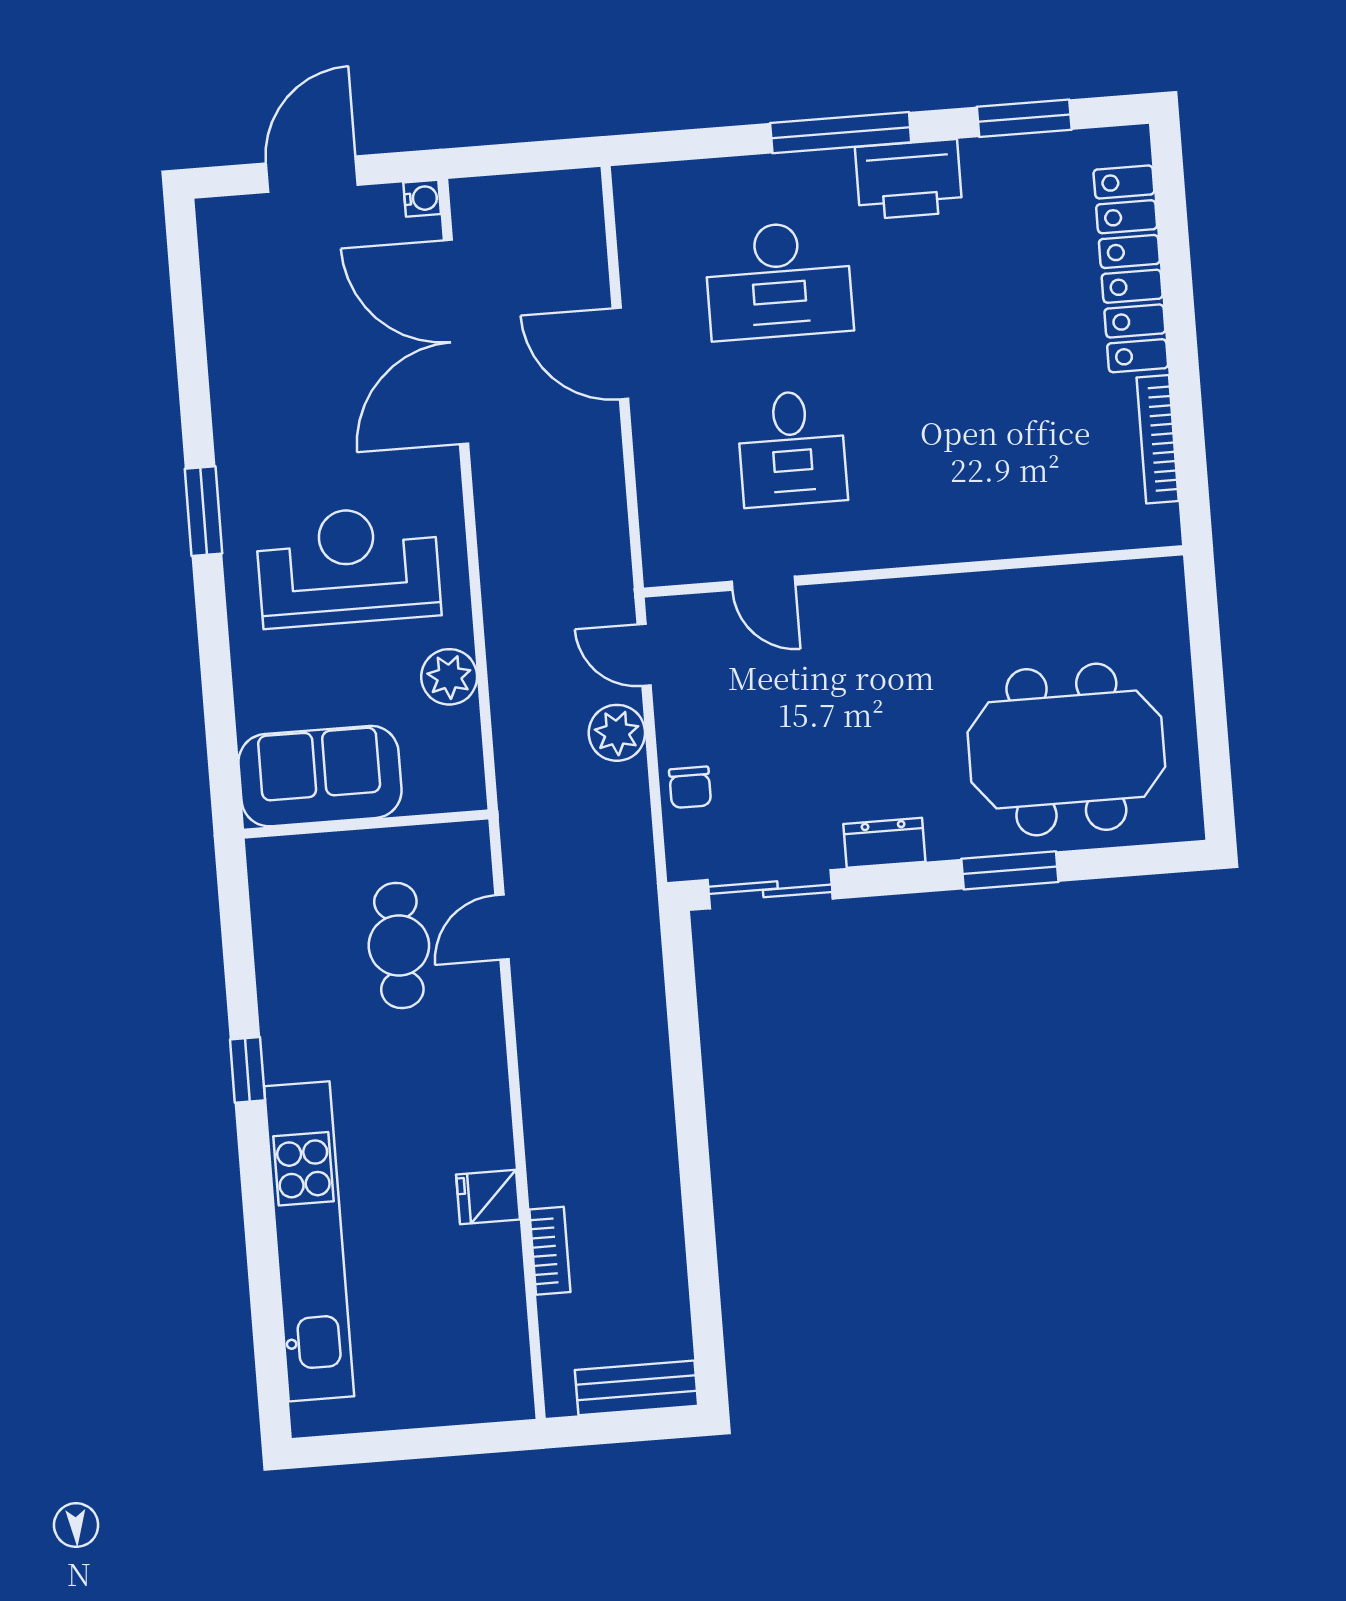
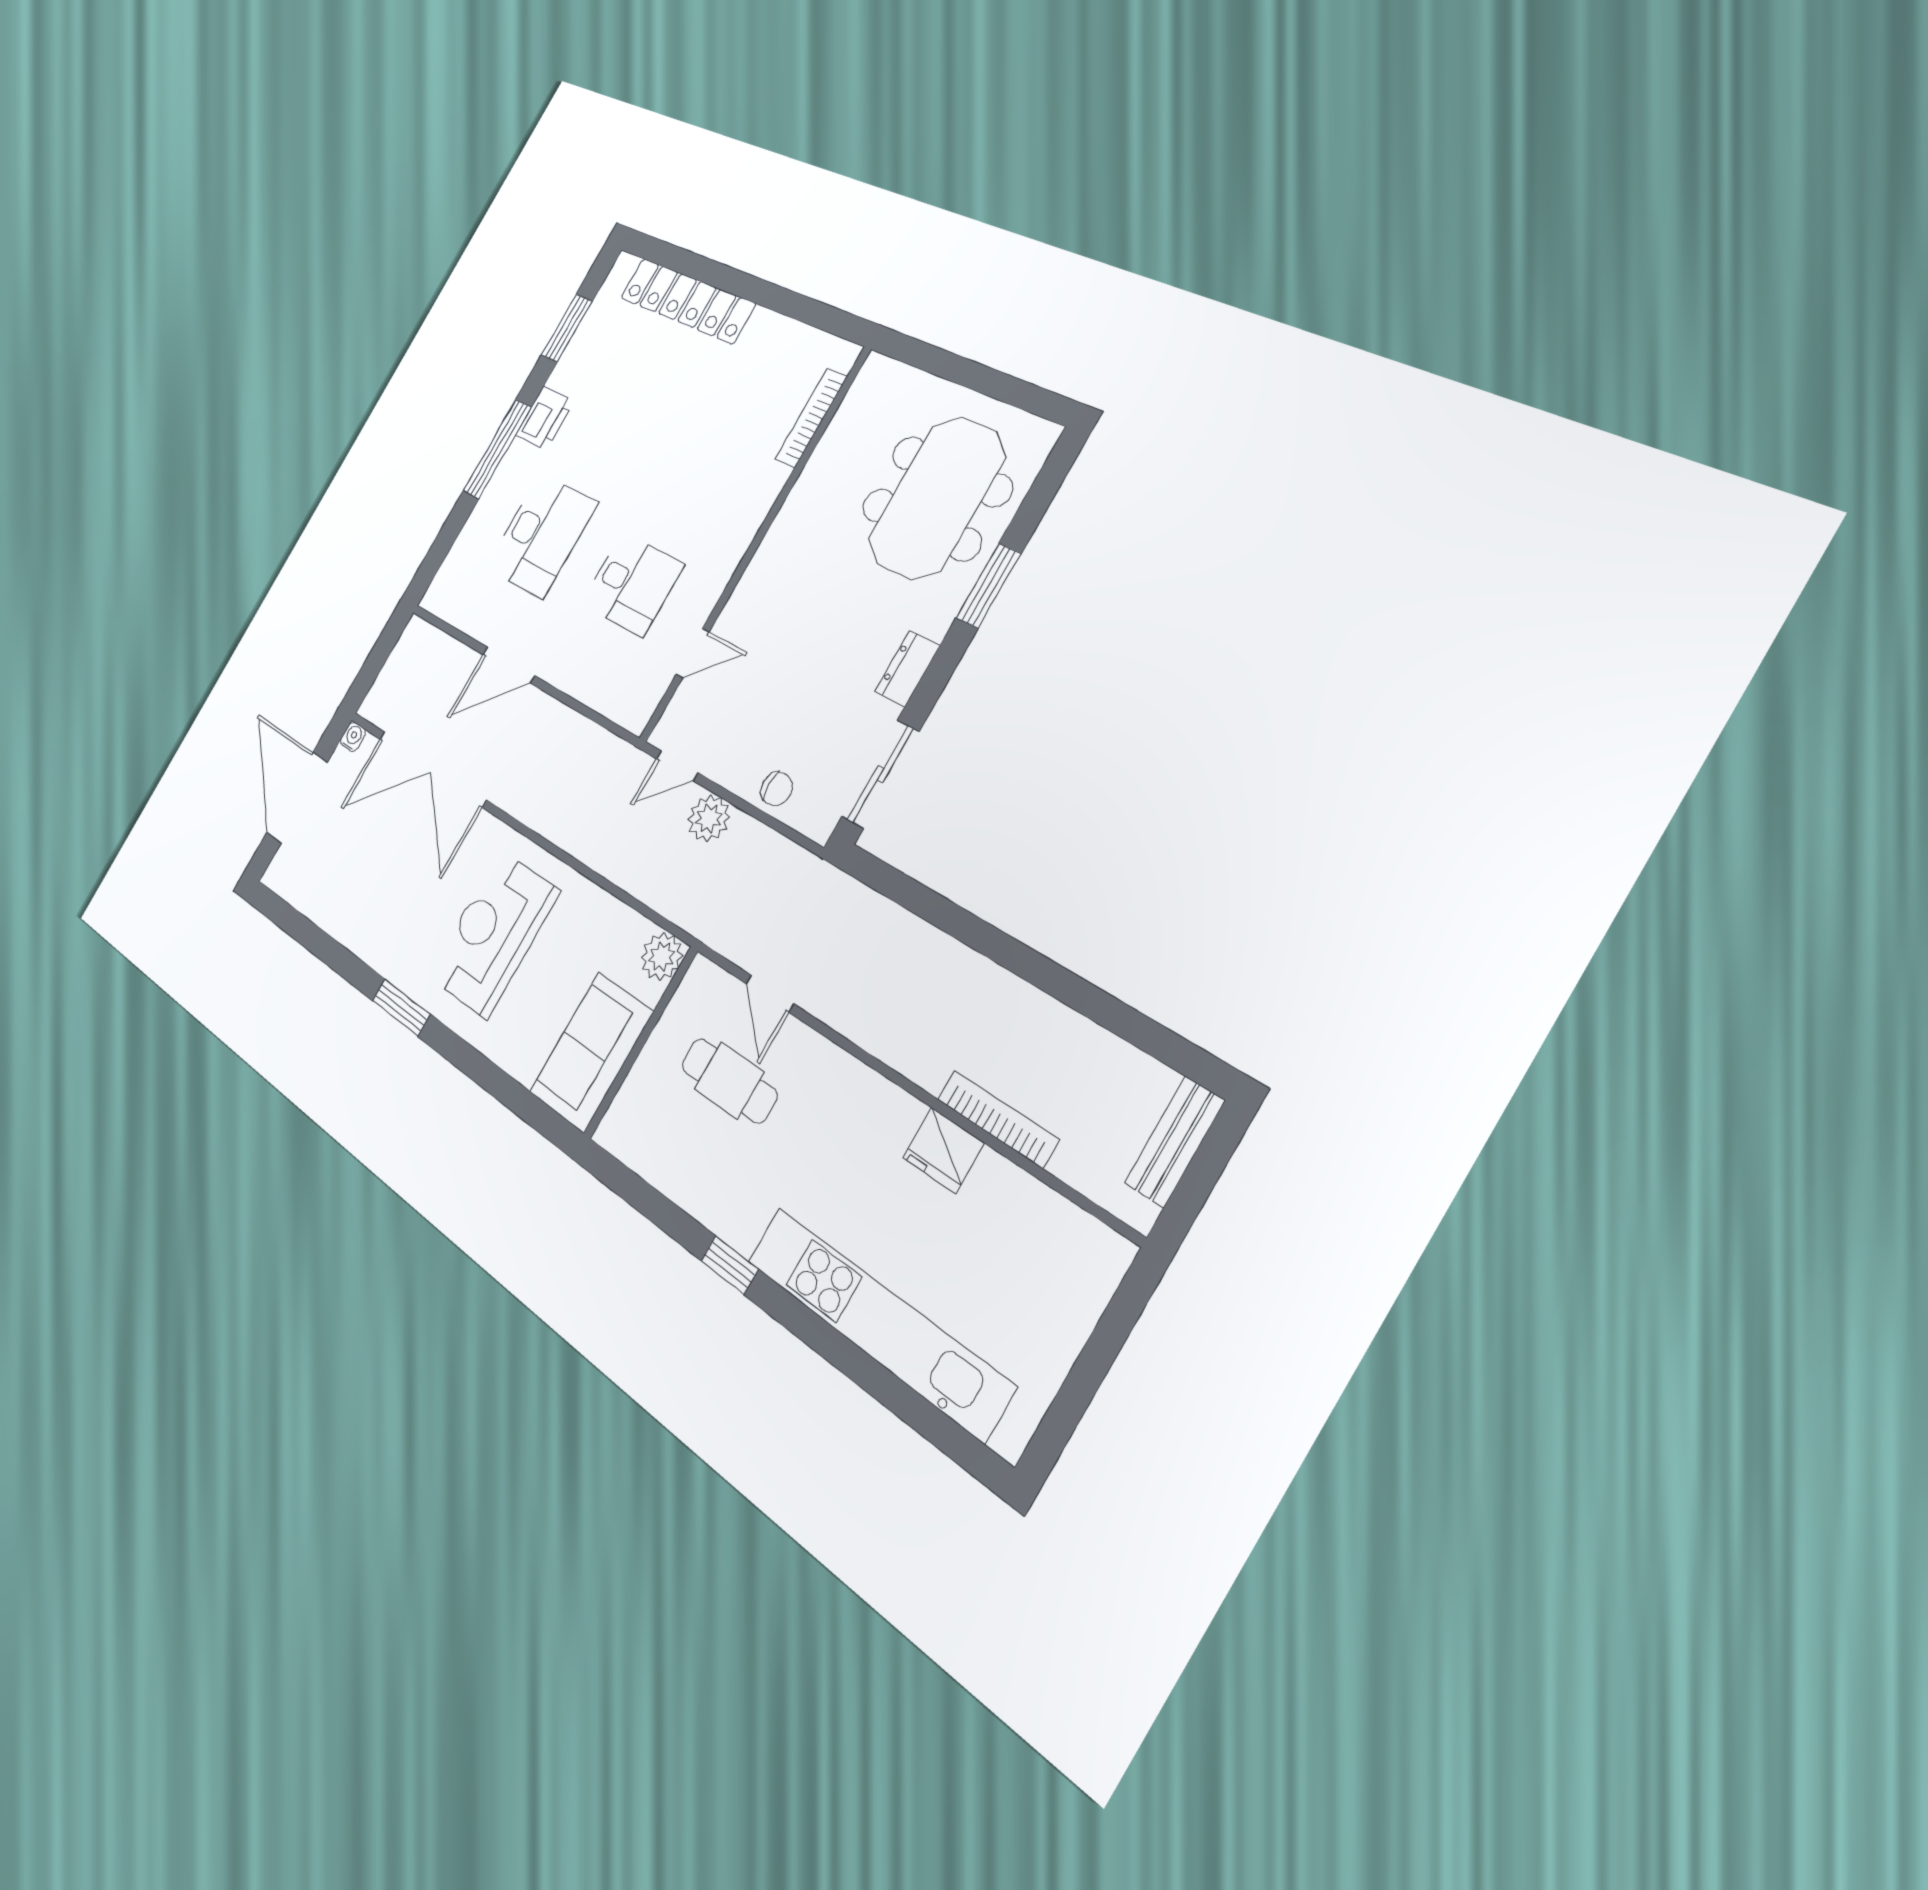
door: (312, 174) -> (297, 798), width x1.36
printer: (909, 179) -> (545, 418), width x0.73, depth x0.84
bookcase: (1158, 439) -> (811, 418), moved, turned 90
plant: (449, 677) -> (662, 956), moved
fridge: (488, 1197) -> (943, 1150), width x1.38
bookcase: (550, 1251) -> (998, 1119), width x1.56

